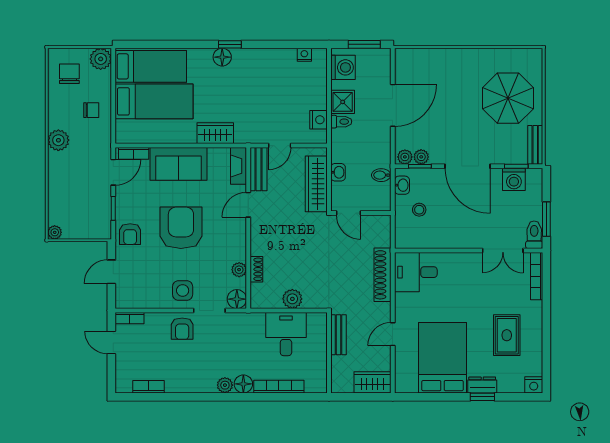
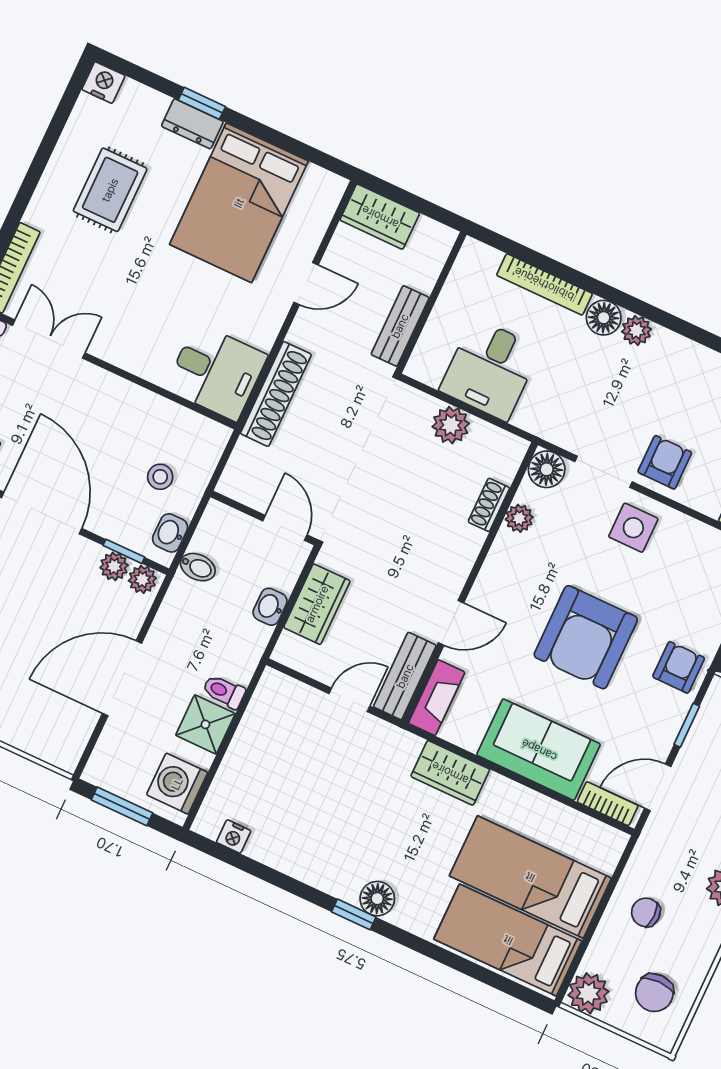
nightstand: (318, 120) -> (261, 713), removed
wardrobe: (316, 184) -> (317, 604), width x0.67

